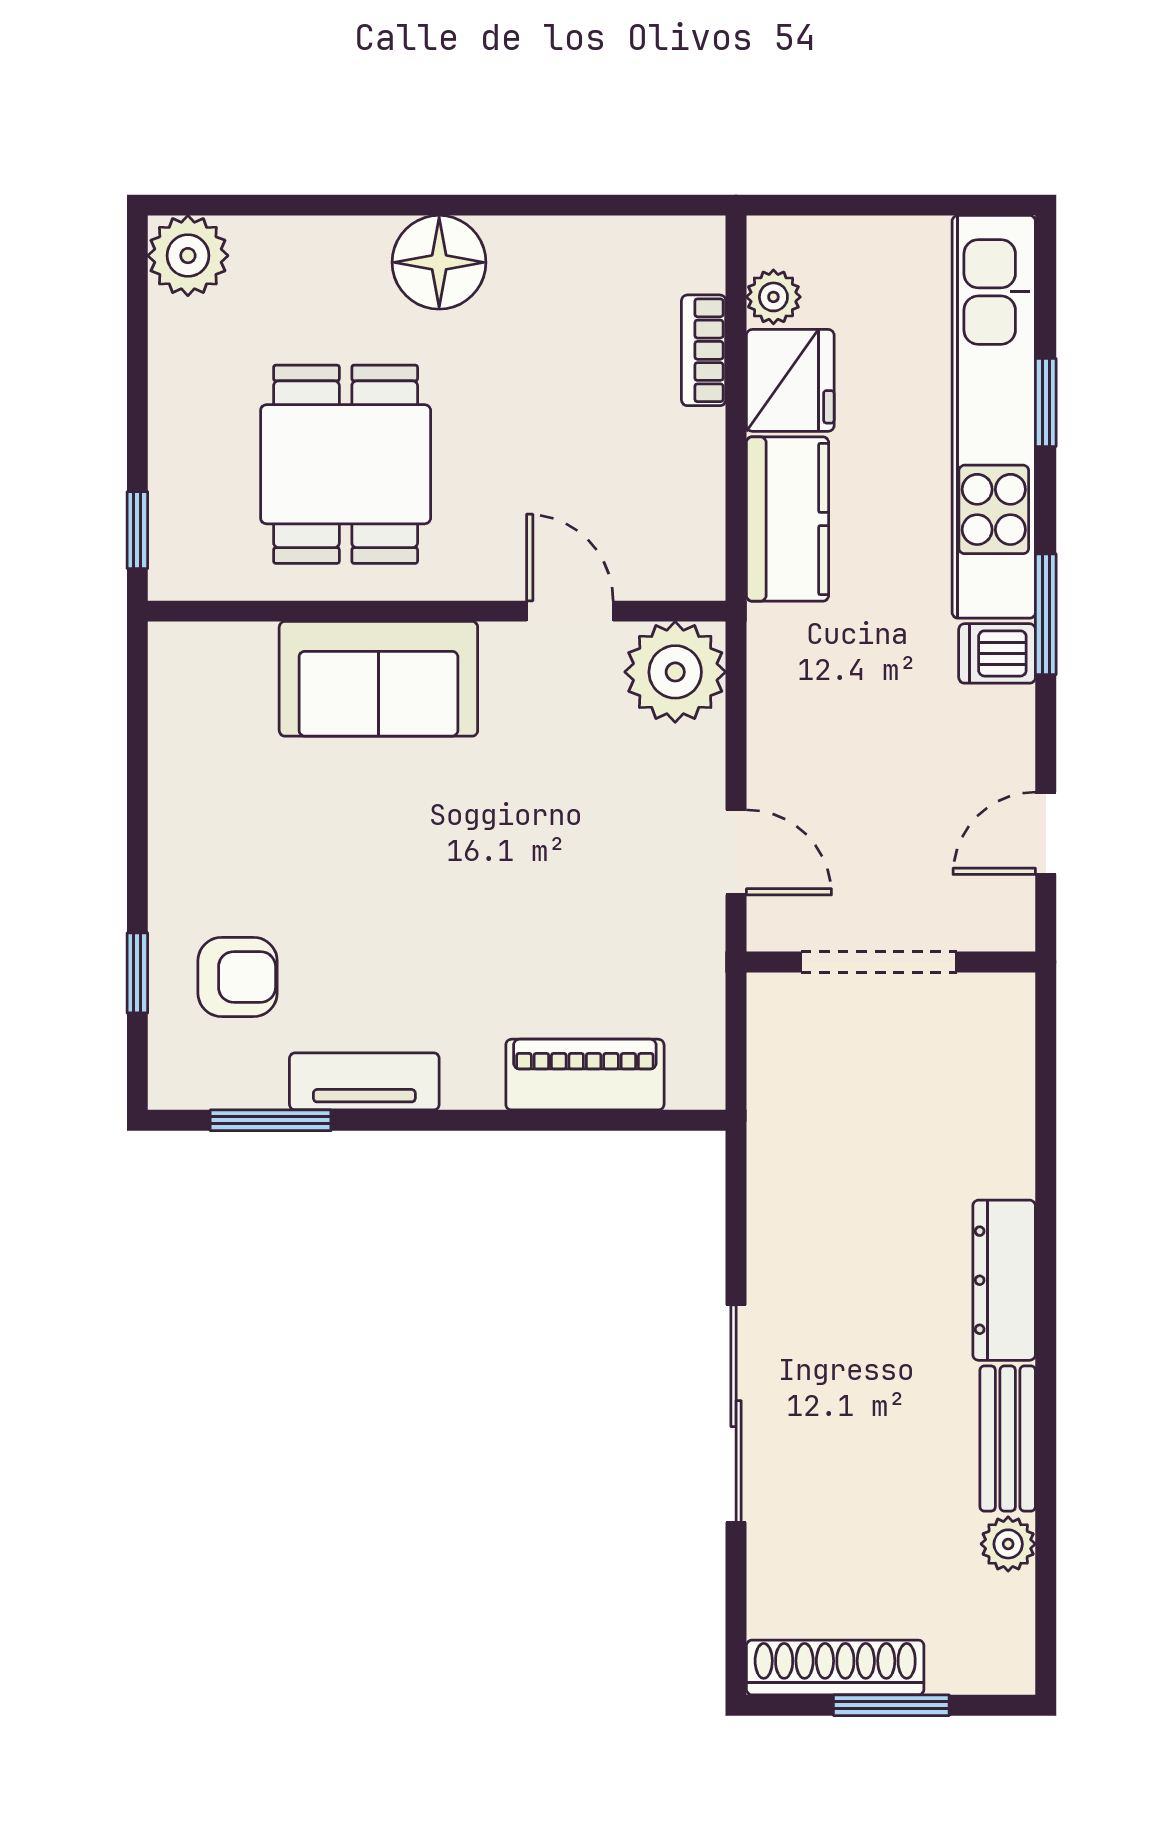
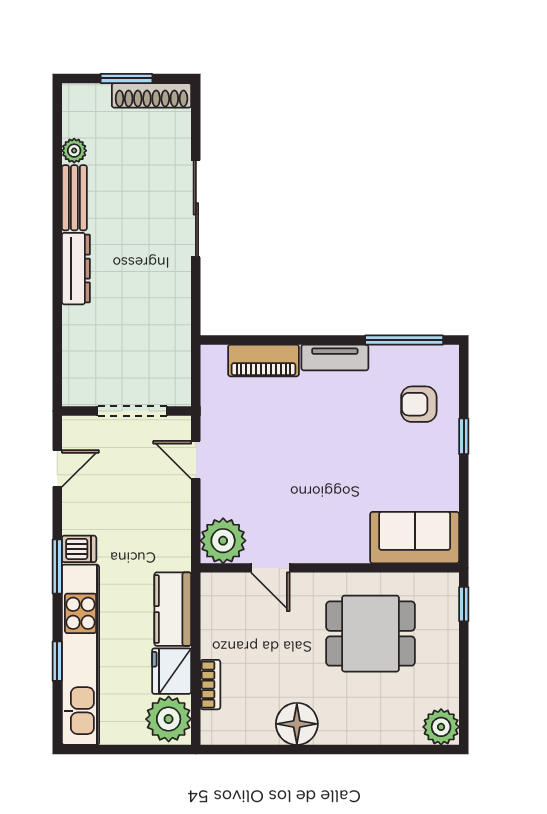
floor lamp: (439, 262) -> (297, 724), moved
plant: (773, 297) -> (169, 719), width x1.88, depth x1.88
dining table: (346, 464) -> (371, 634), turned 90
sofa: (378, 679) -> (415, 538), moved
window: (137, 973) -> (464, 436), moved
tv unit: (364, 1081) -> (335, 358), moved
window: (271, 1120) -> (404, 340), width x1.44

